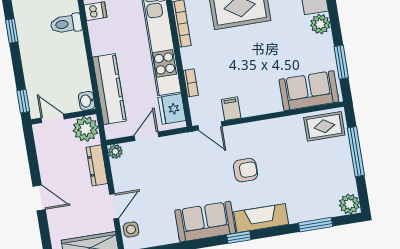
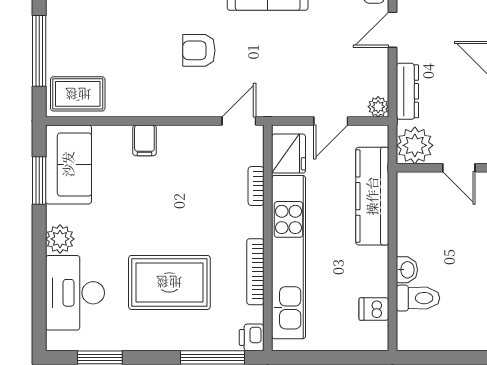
sofa: (309, 91) -> (68, 164), moved, turned -90
washbasin: (87, 101) -> (407, 270), moved
filing cabinet: (231, 109) -> (144, 140), moved
door: (210, 126) -> (239, 121), hinge flipped

